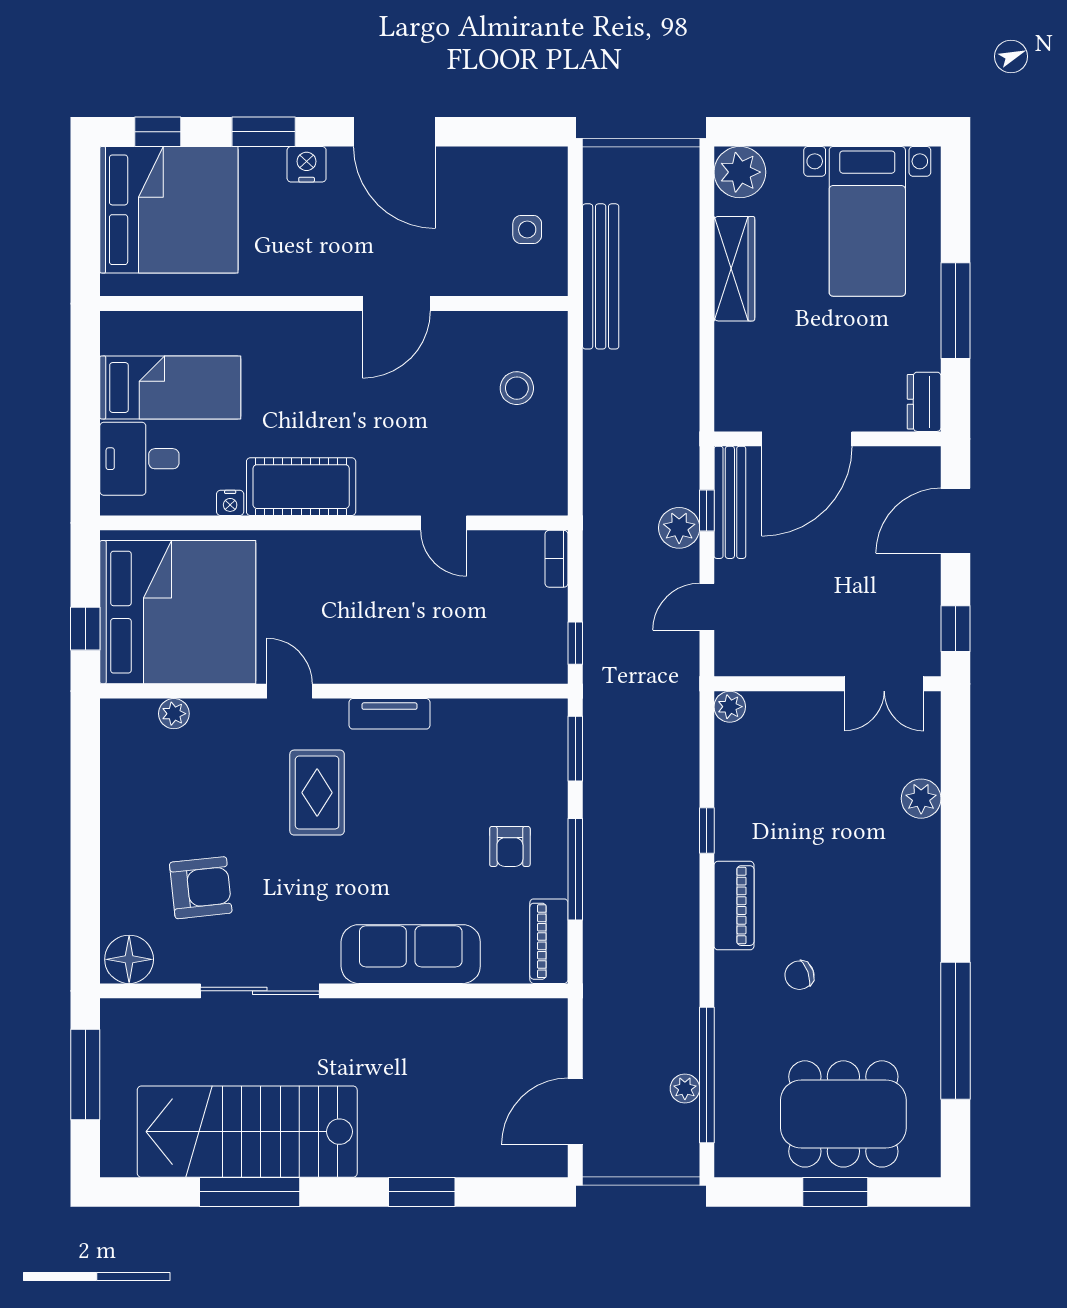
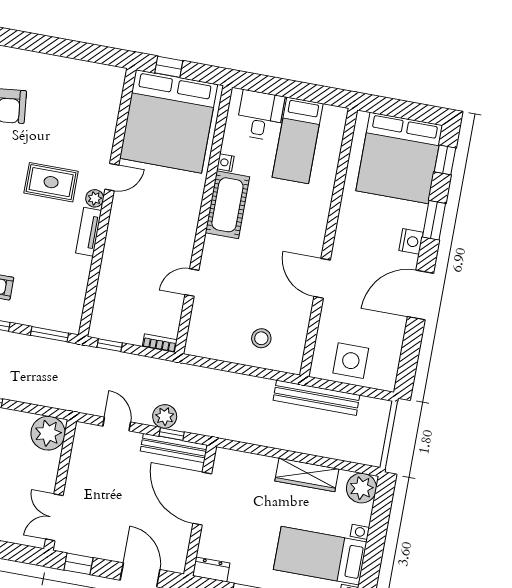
side table: (527, 230) -> (351, 361), width x1.87, depth x1.87
plant: (730, 707) -> (48, 433), width x1.88, depth x1.88
plant: (174, 714) -> (95, 198), moved

